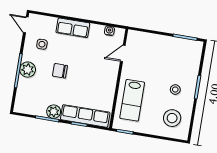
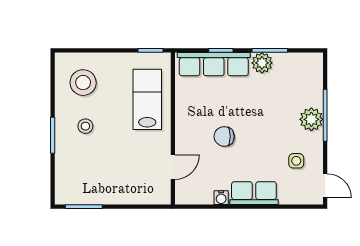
water cooler: (109, 31) -> (221, 198), moved
chair: (60, 71) -> (224, 136), moved, turned 180

